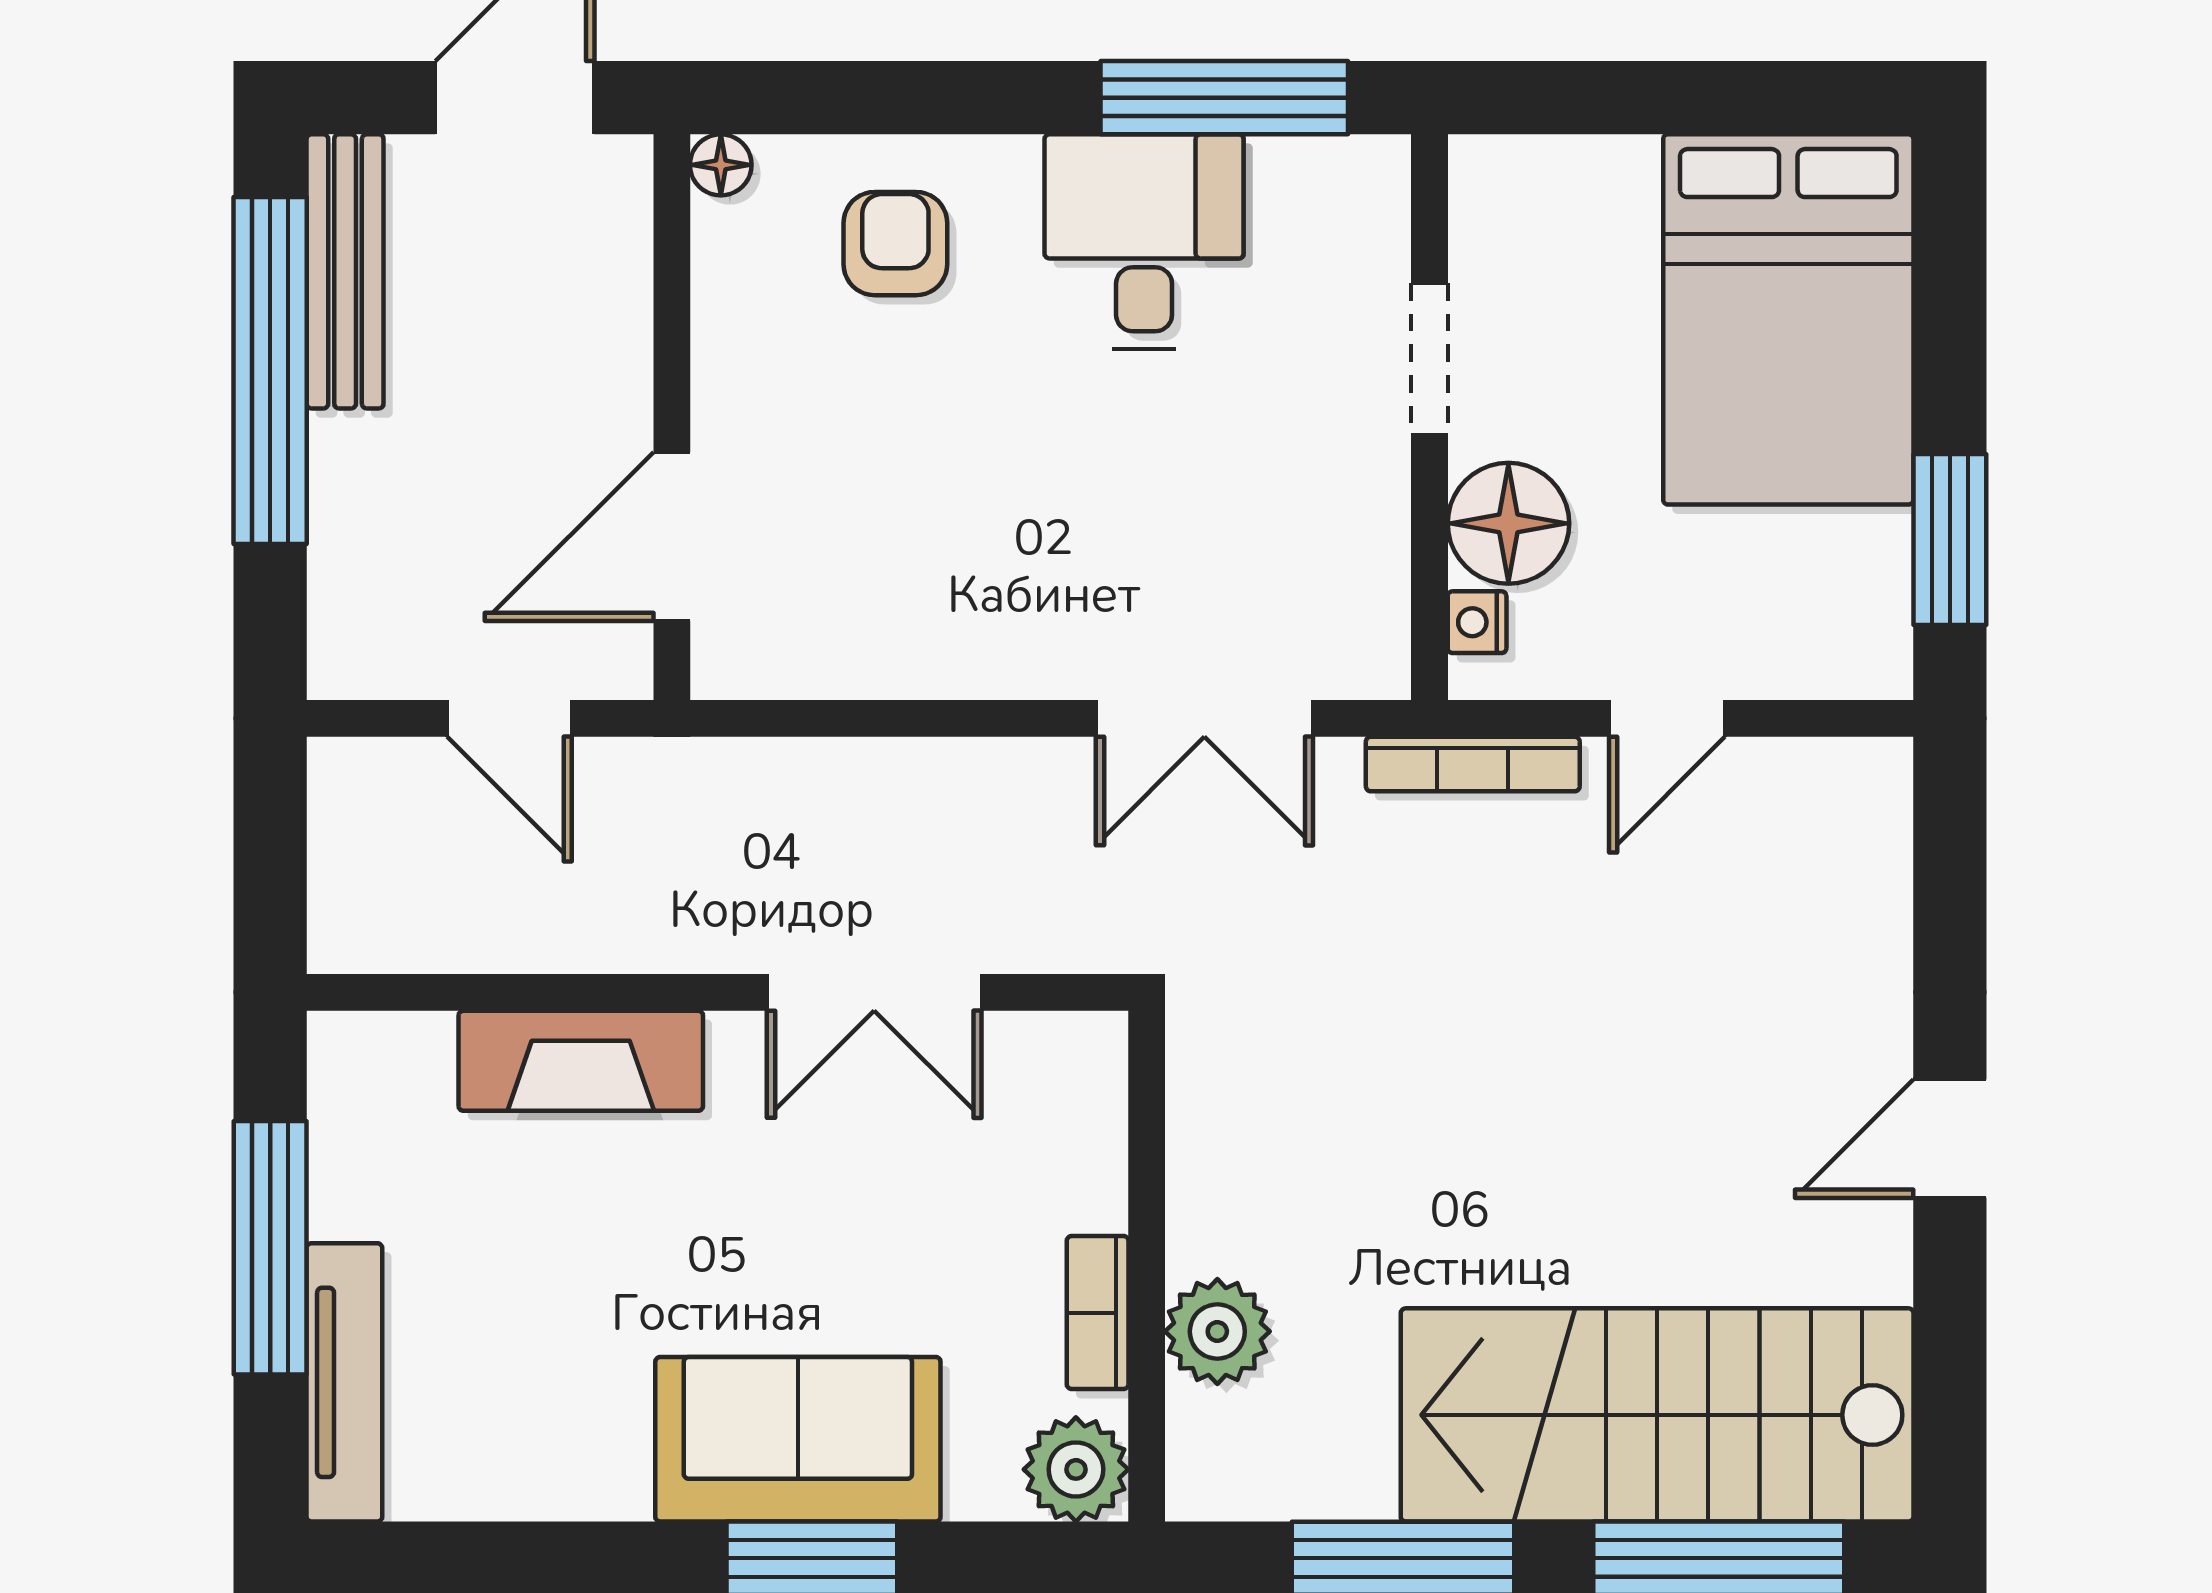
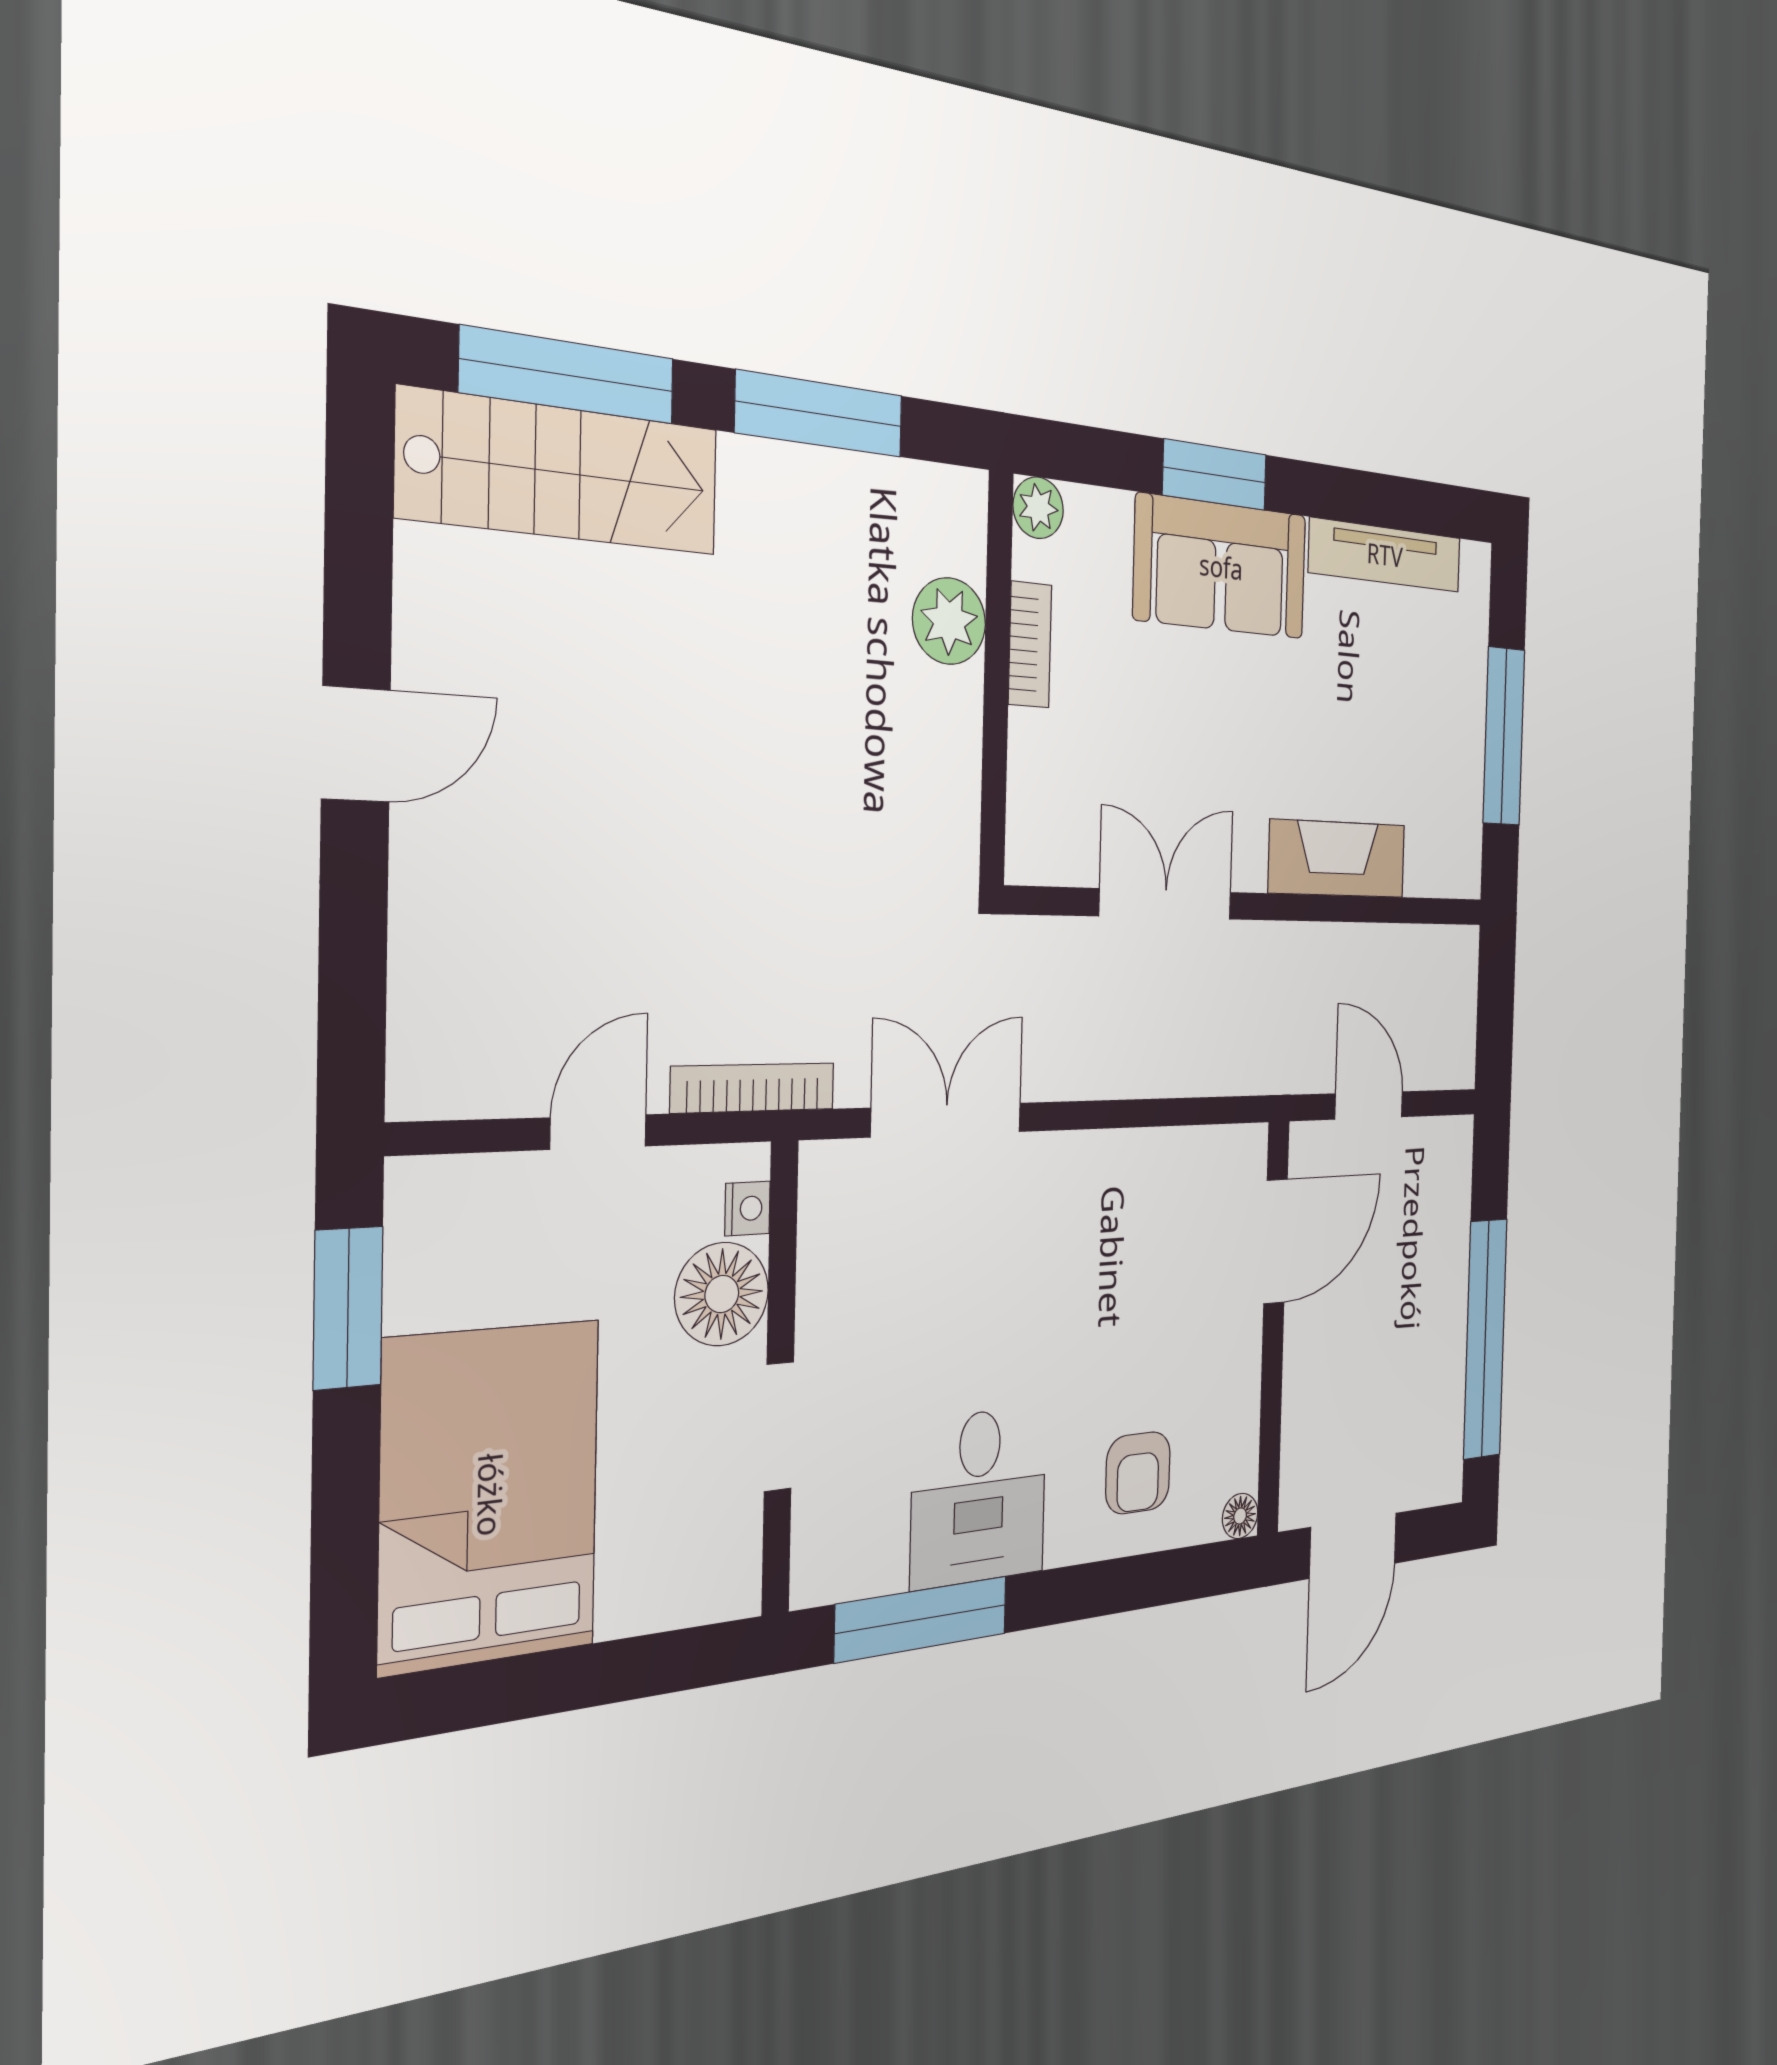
bench: (345, 271) -> (1445, 1411), removed
tv unit: (344, 1382) -> (1385, 555), moved, turned -90
stairs: (1657, 1415) -> (561, 472), width x0.73, depth x0.66
plant: (1076, 1469) -> (1038, 508), width x0.73, depth x0.73

